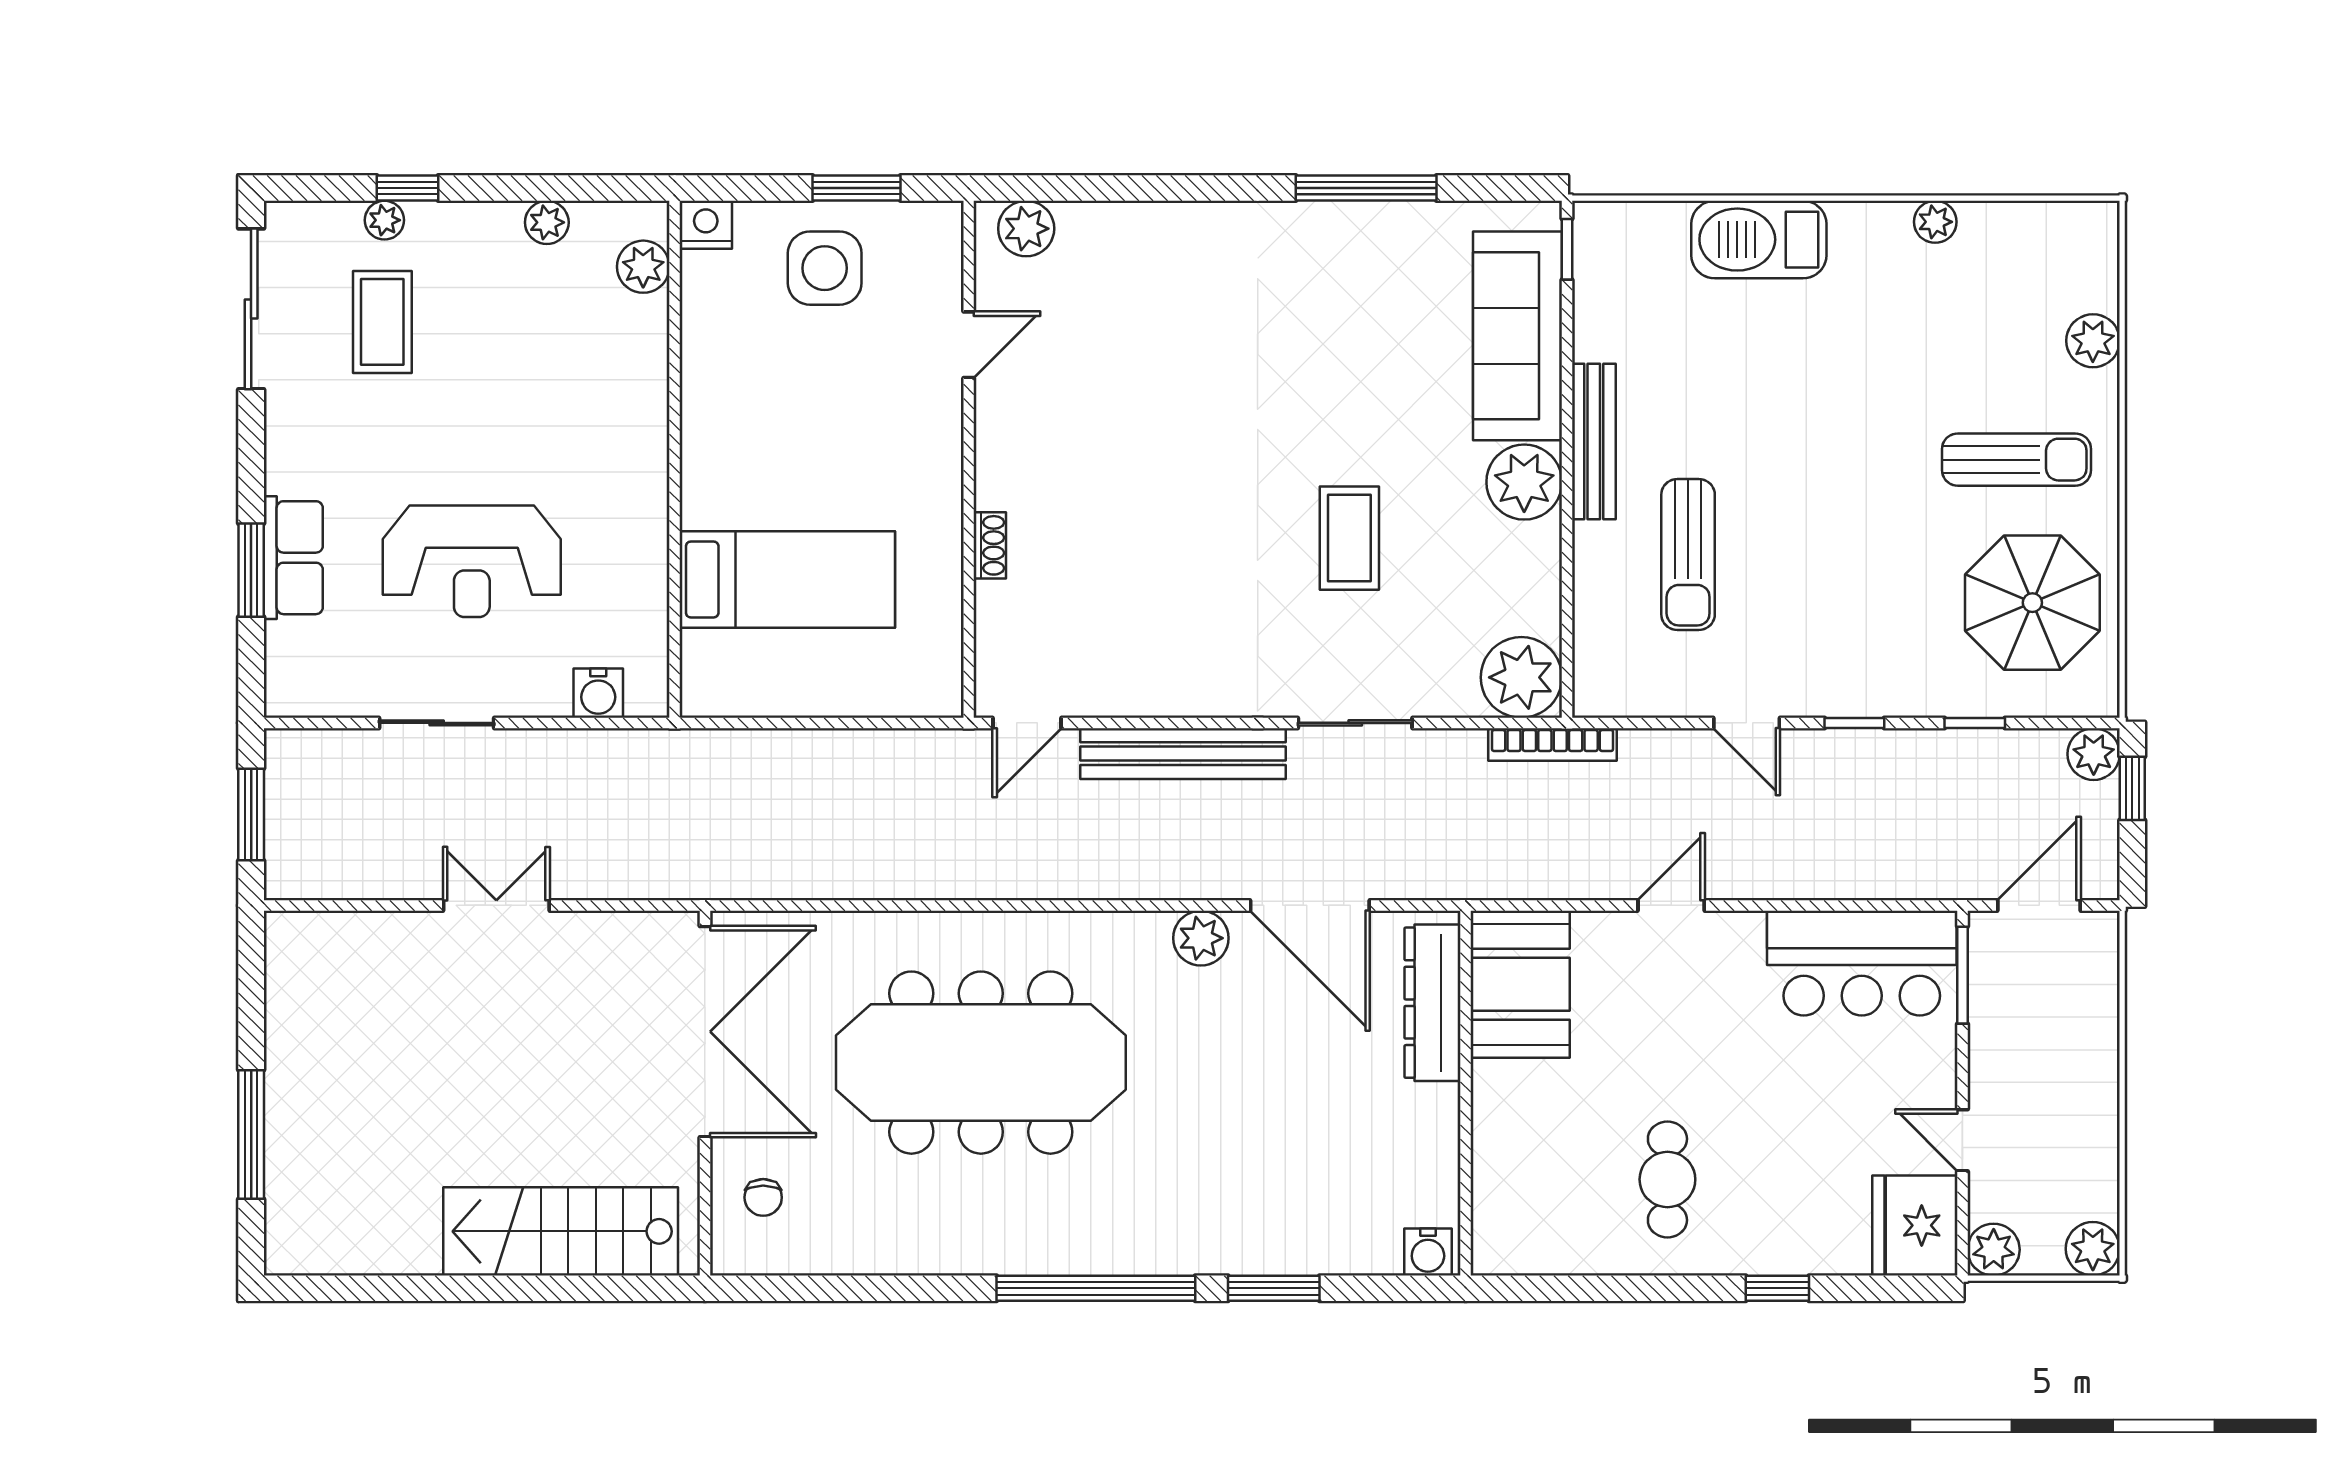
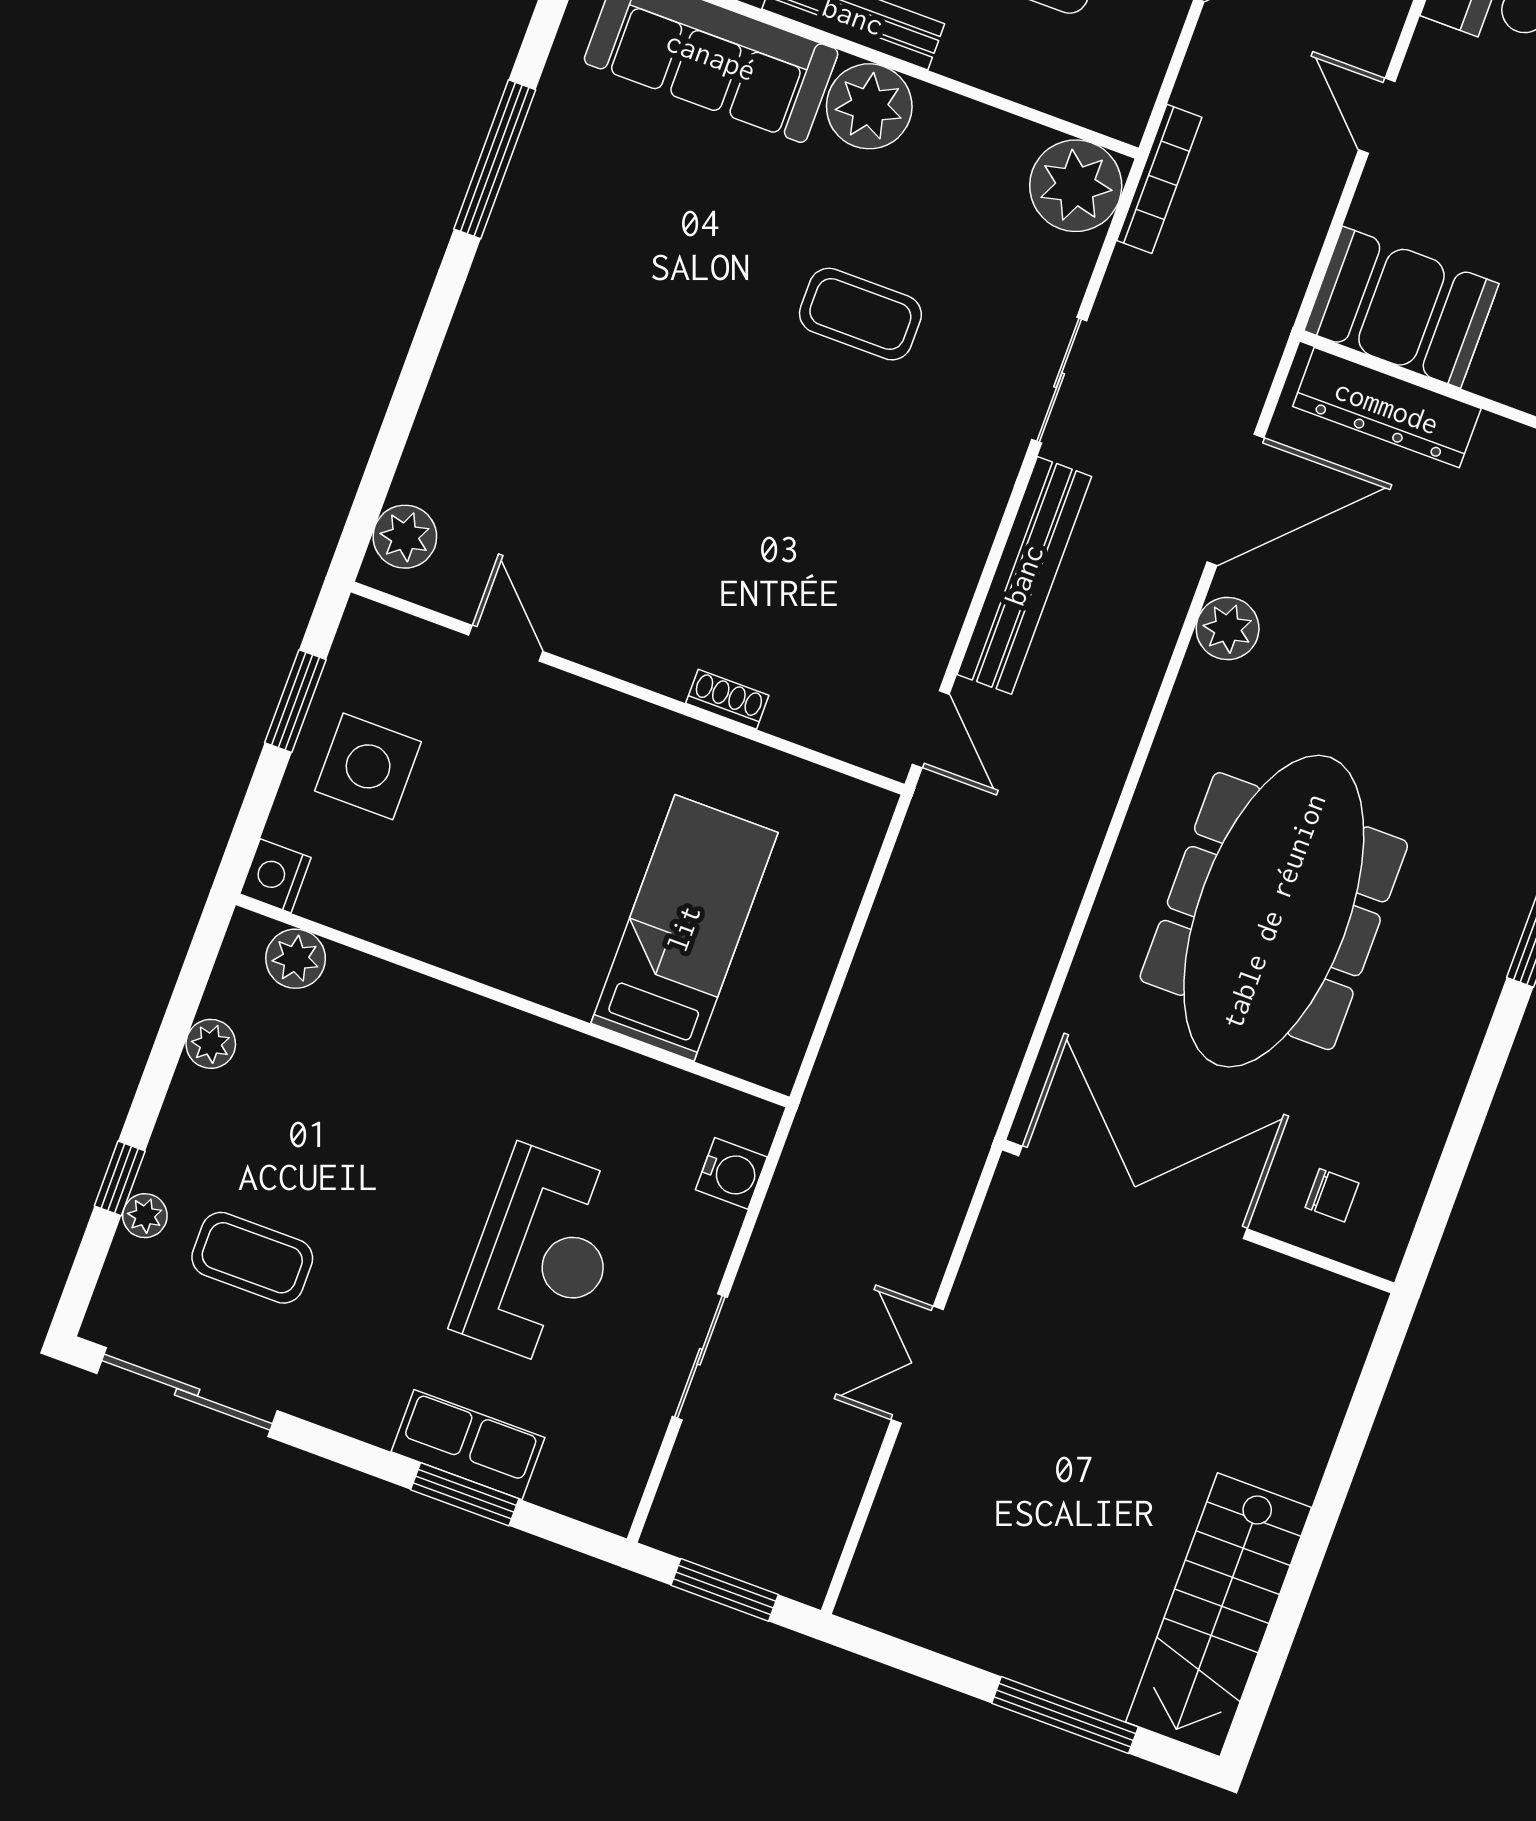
stairs: (561, 1231) -> (1219, 1615), moved

